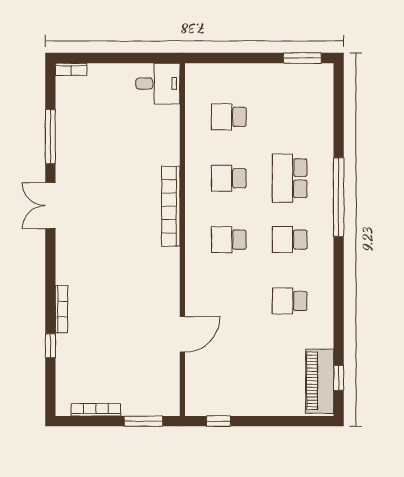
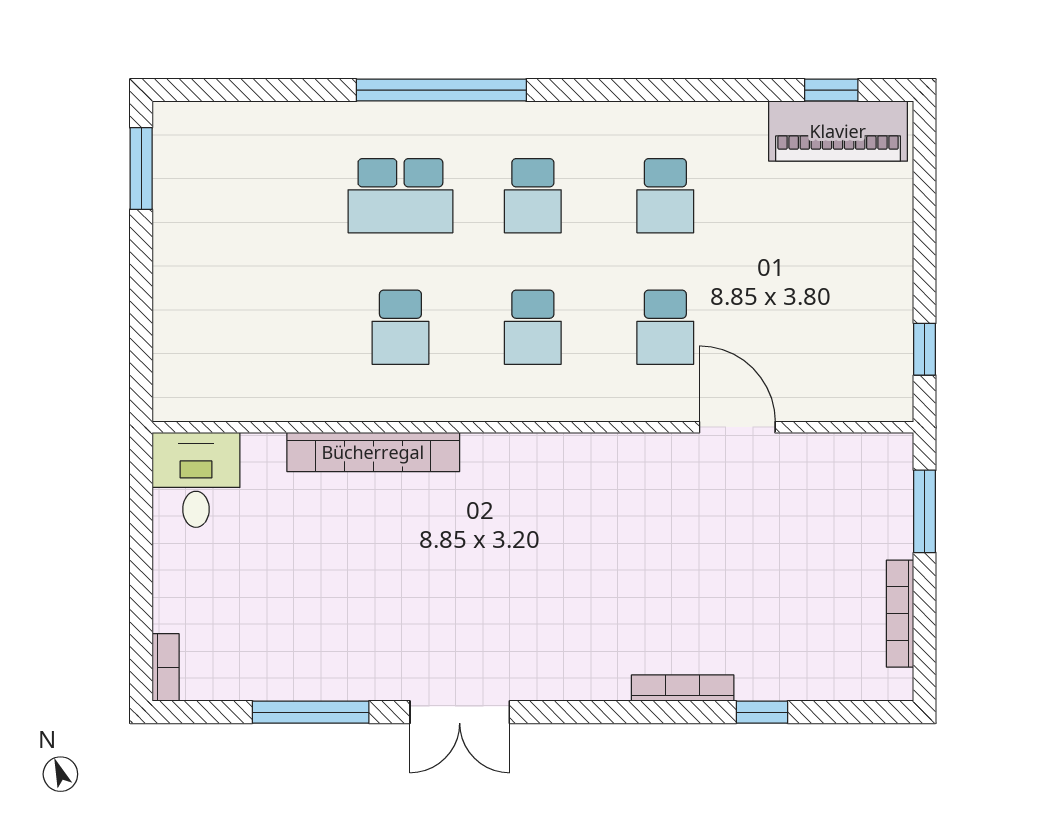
school desk: (229, 117) -> (665, 327), moved
bookcase: (171, 206) -> (373, 452), moved

